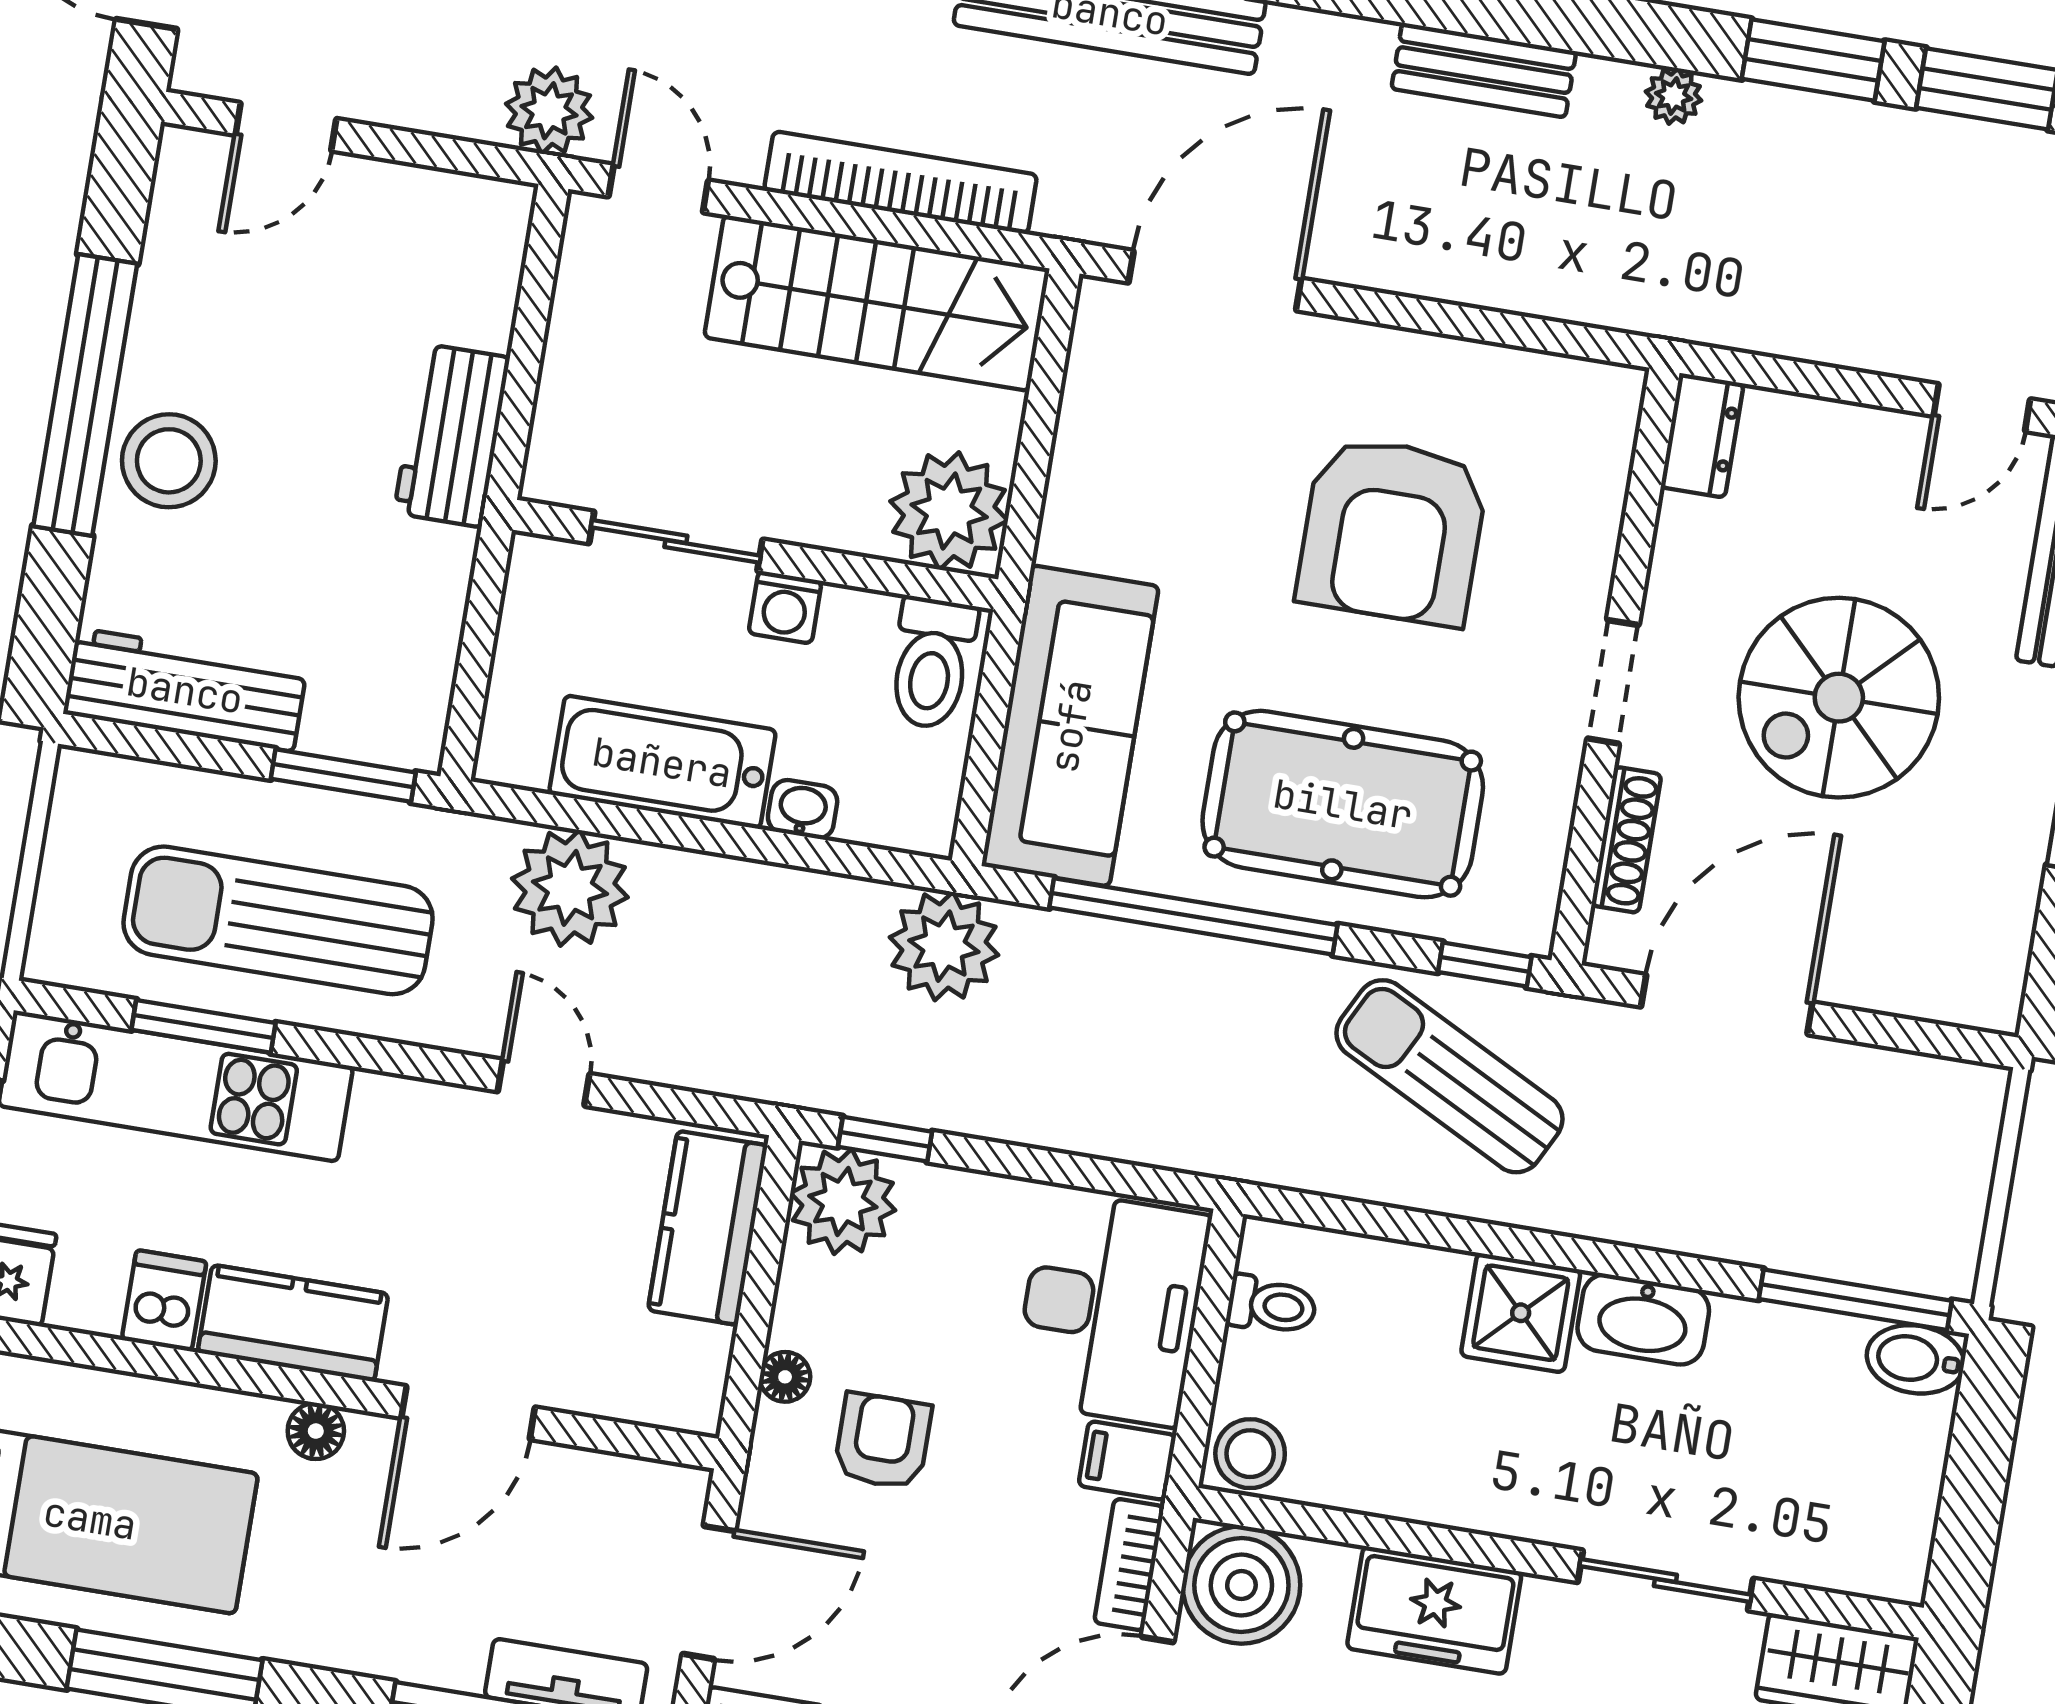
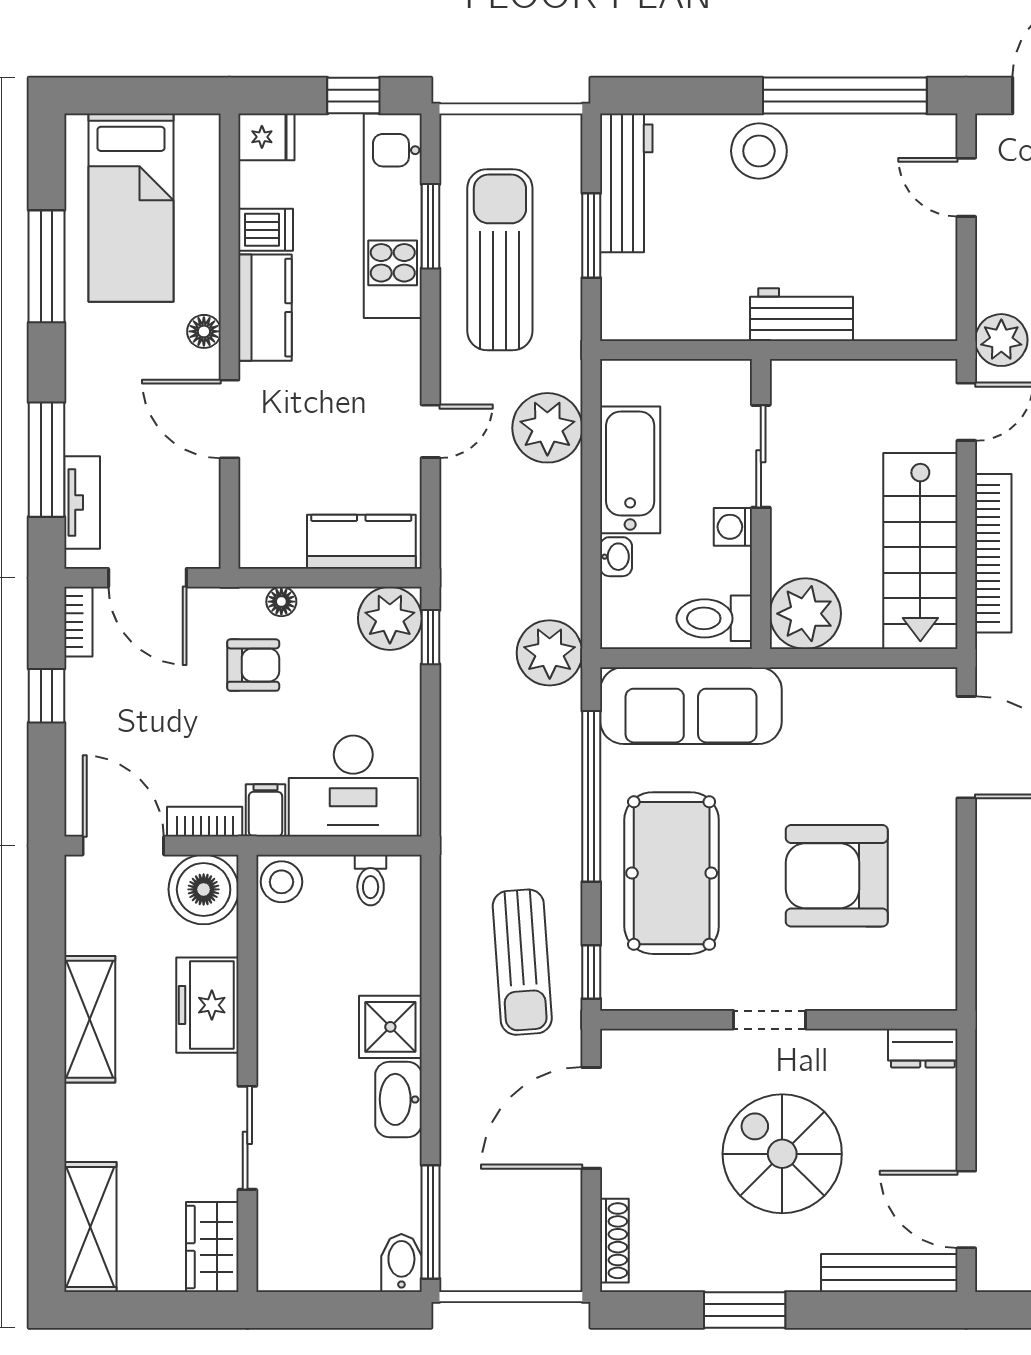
window: (85, 395) -> (845, 96), moved
door: (1982, 408) -> (966, 1209), width x1.38
window: (343, 776) -> (591, 236), moved
shoe rack: (1626, 840) -> (614, 1241), moved, turned -90
door: (1727, 1005) -> (591, 1118), swing flipped
sun lounger: (1449, 1076) -> (522, 962), turned 149

